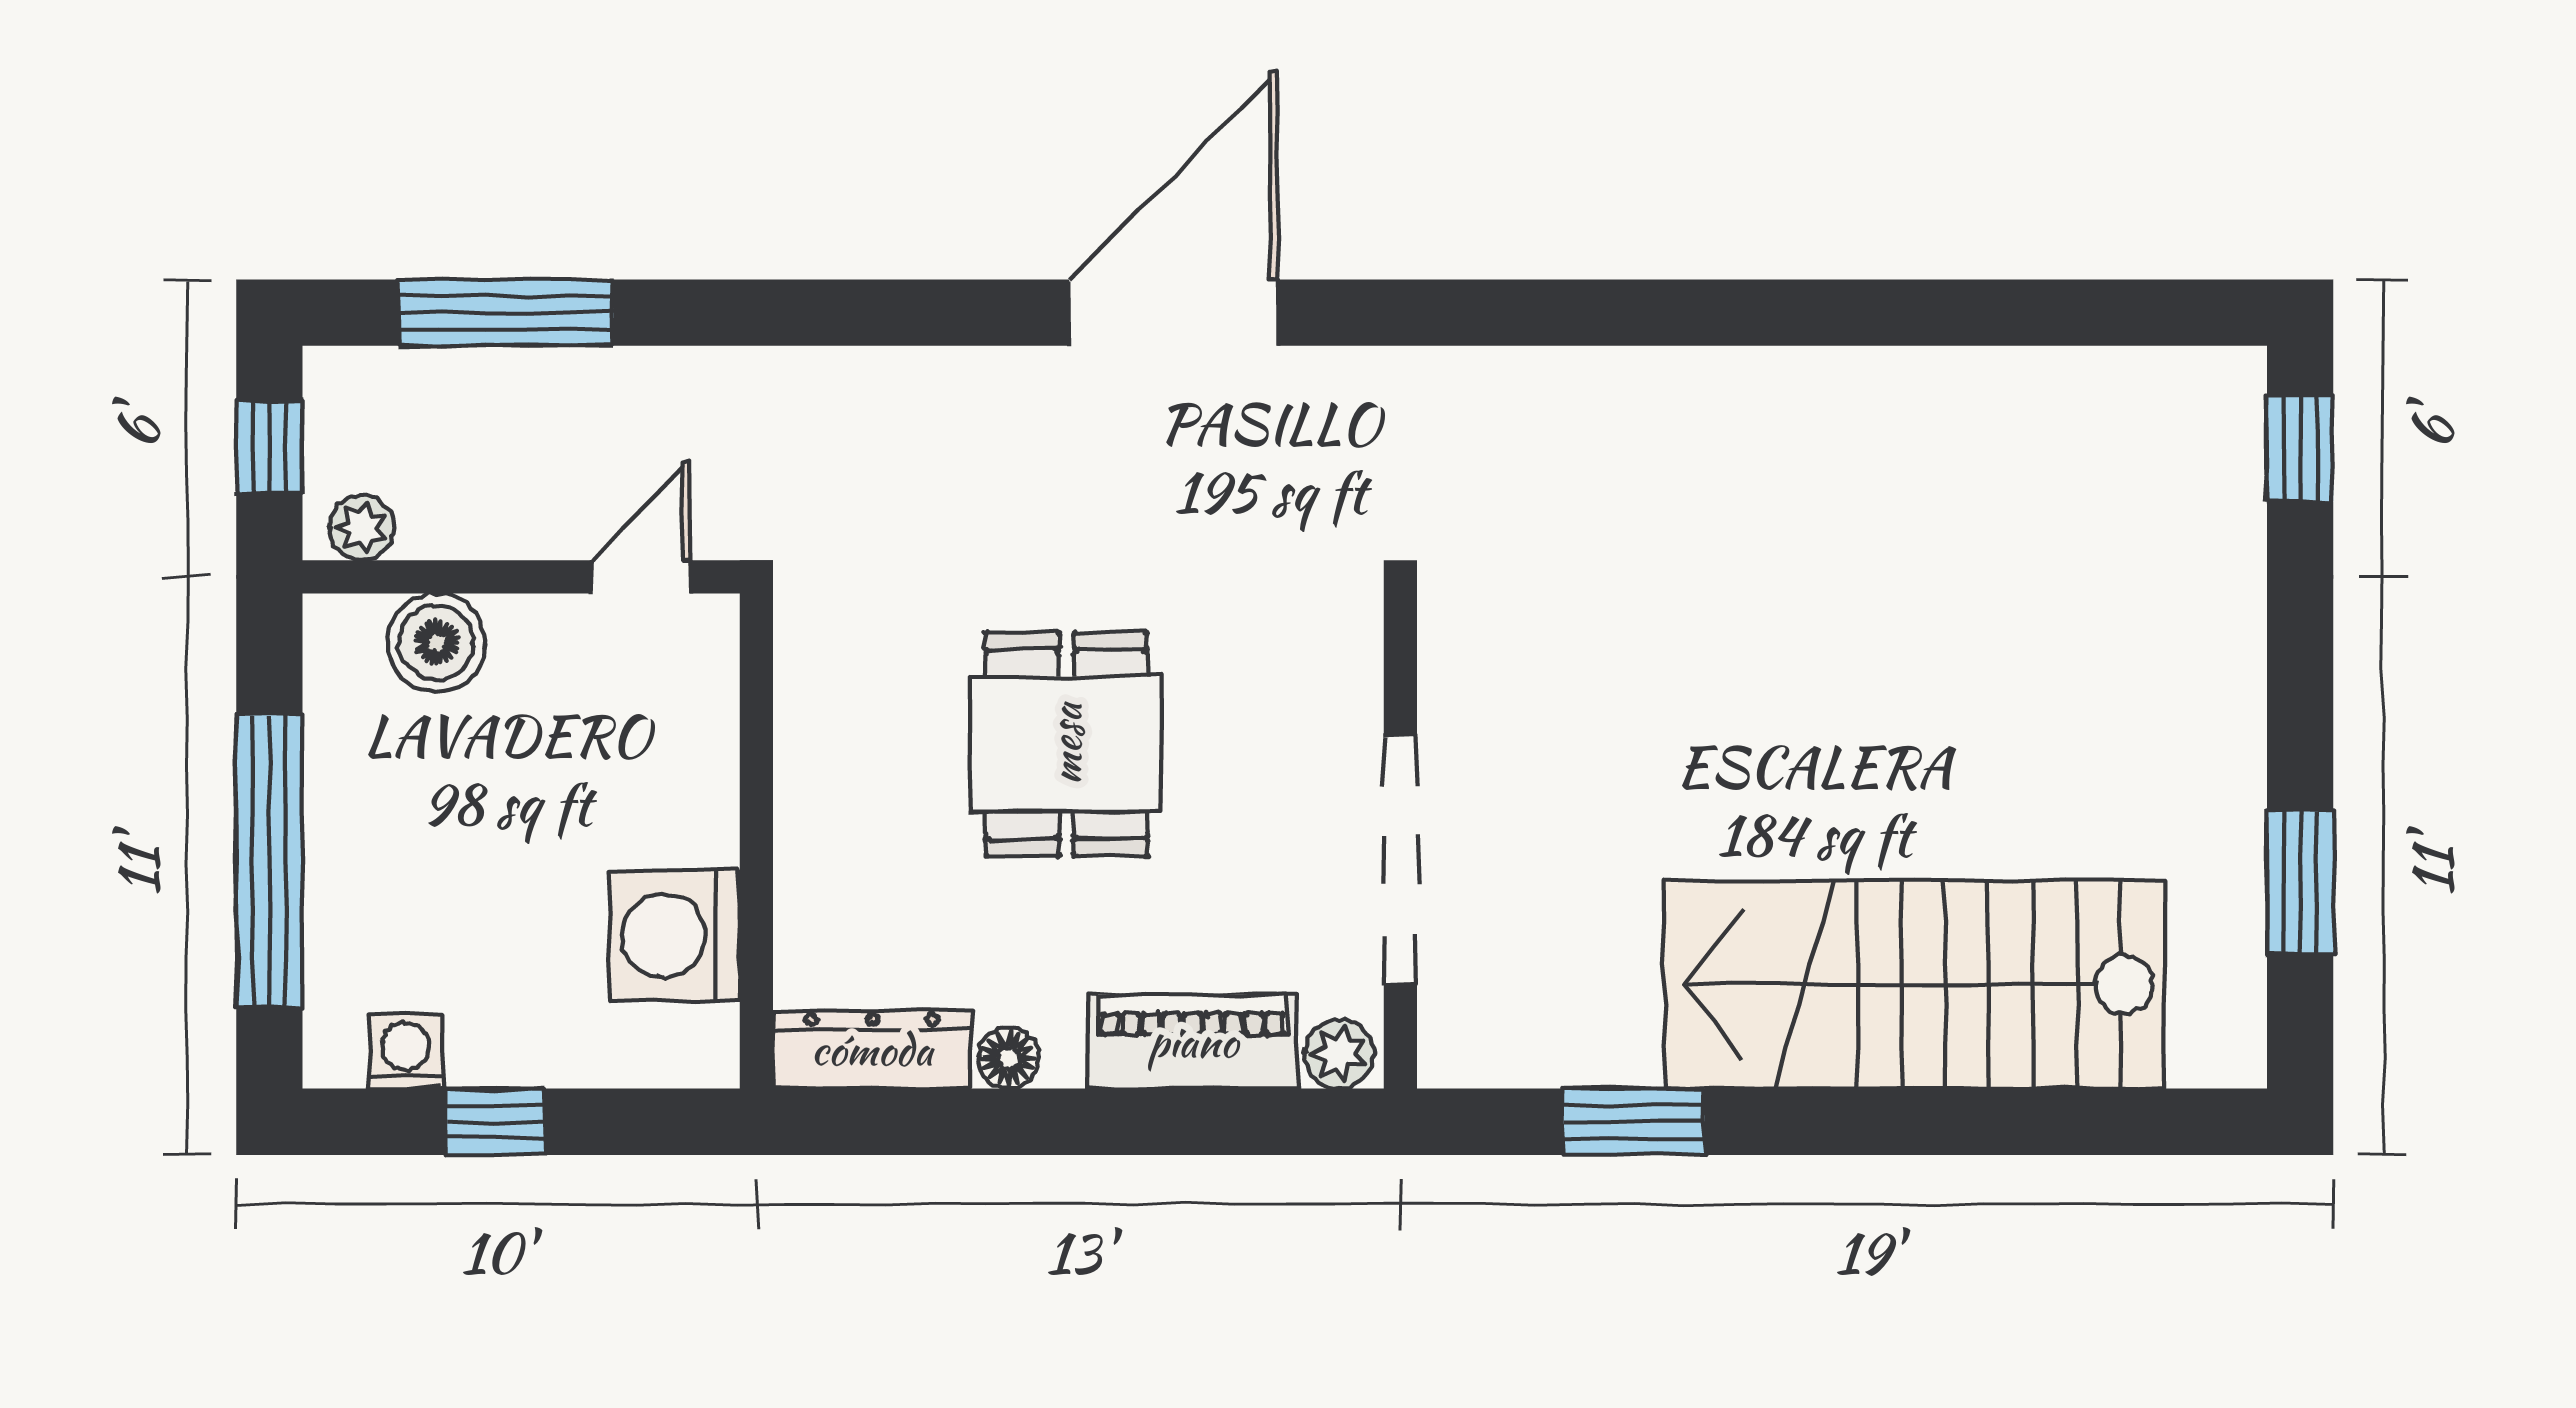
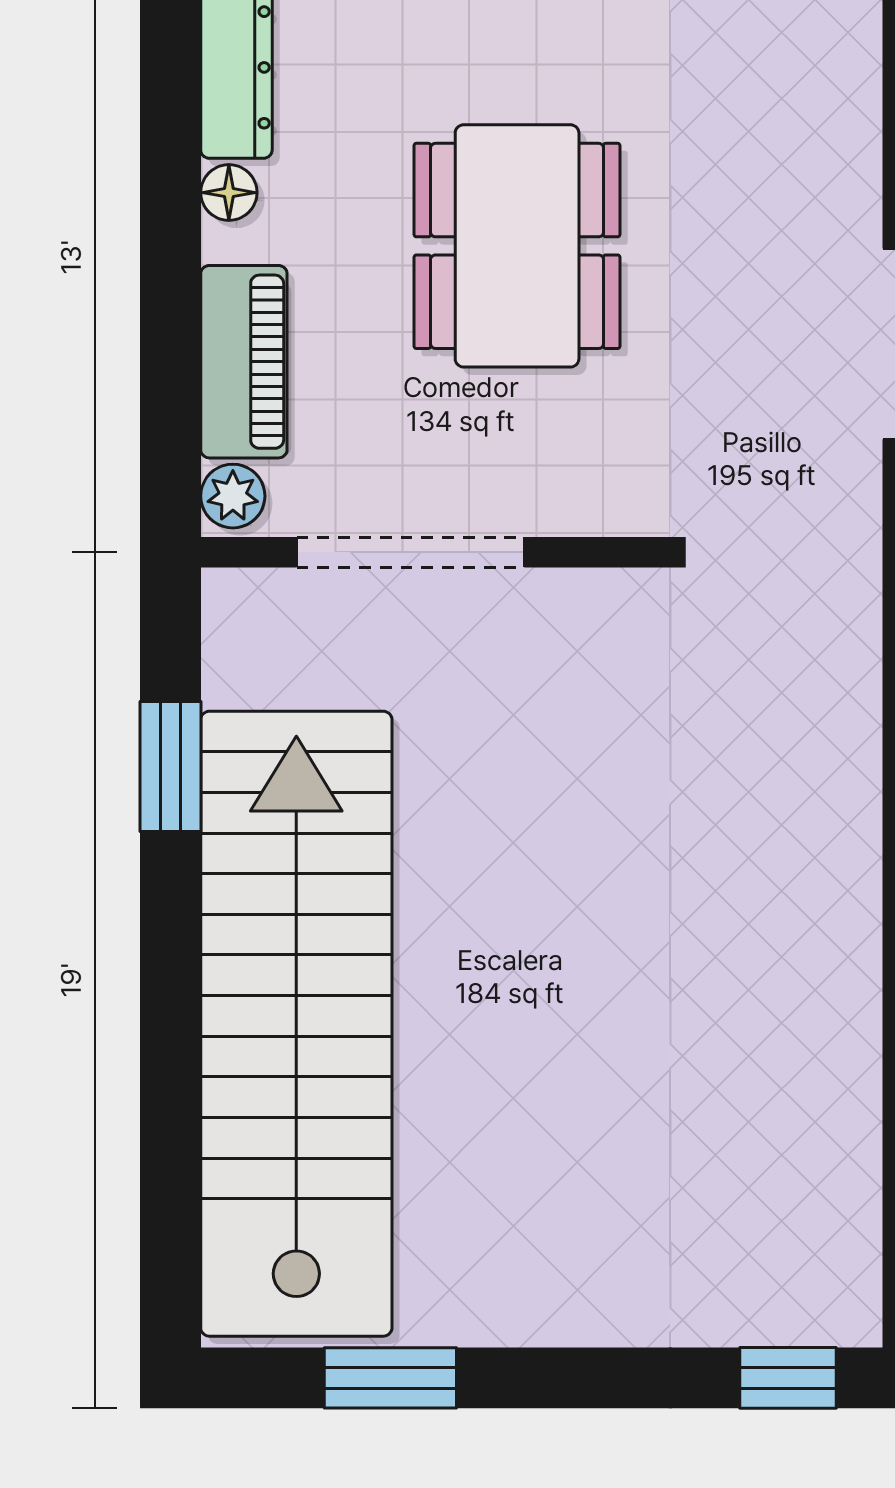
dining table: (1066, 744) -> (517, 246), width x1.38
stairs: (1914, 985) -> (296, 1024), width x1.36

